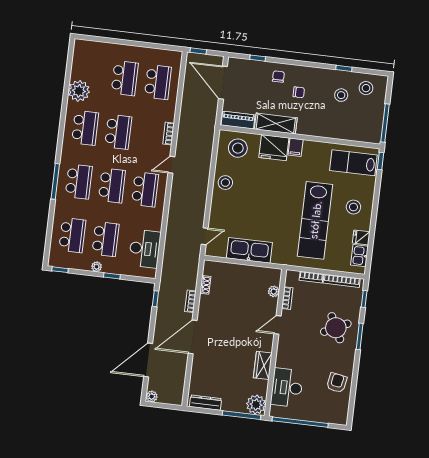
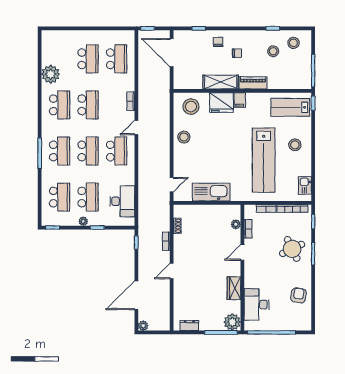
piano: (238, 120) -> (253, 83), moved
fridge: (361, 237) -> (305, 170), removed
door: (193, 337) -> (172, 271), width x0.53
dresser: (205, 403) -> (189, 325), width x0.70

